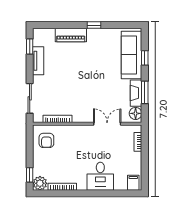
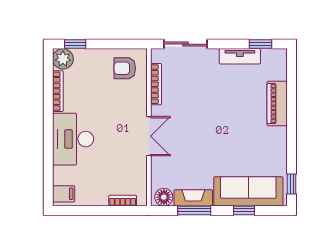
window: (94, 25) -> (292, 184), moved
double door: (107, 124) -> (149, 136), moved
desk: (100, 176) -> (73, 139), width x1.37

